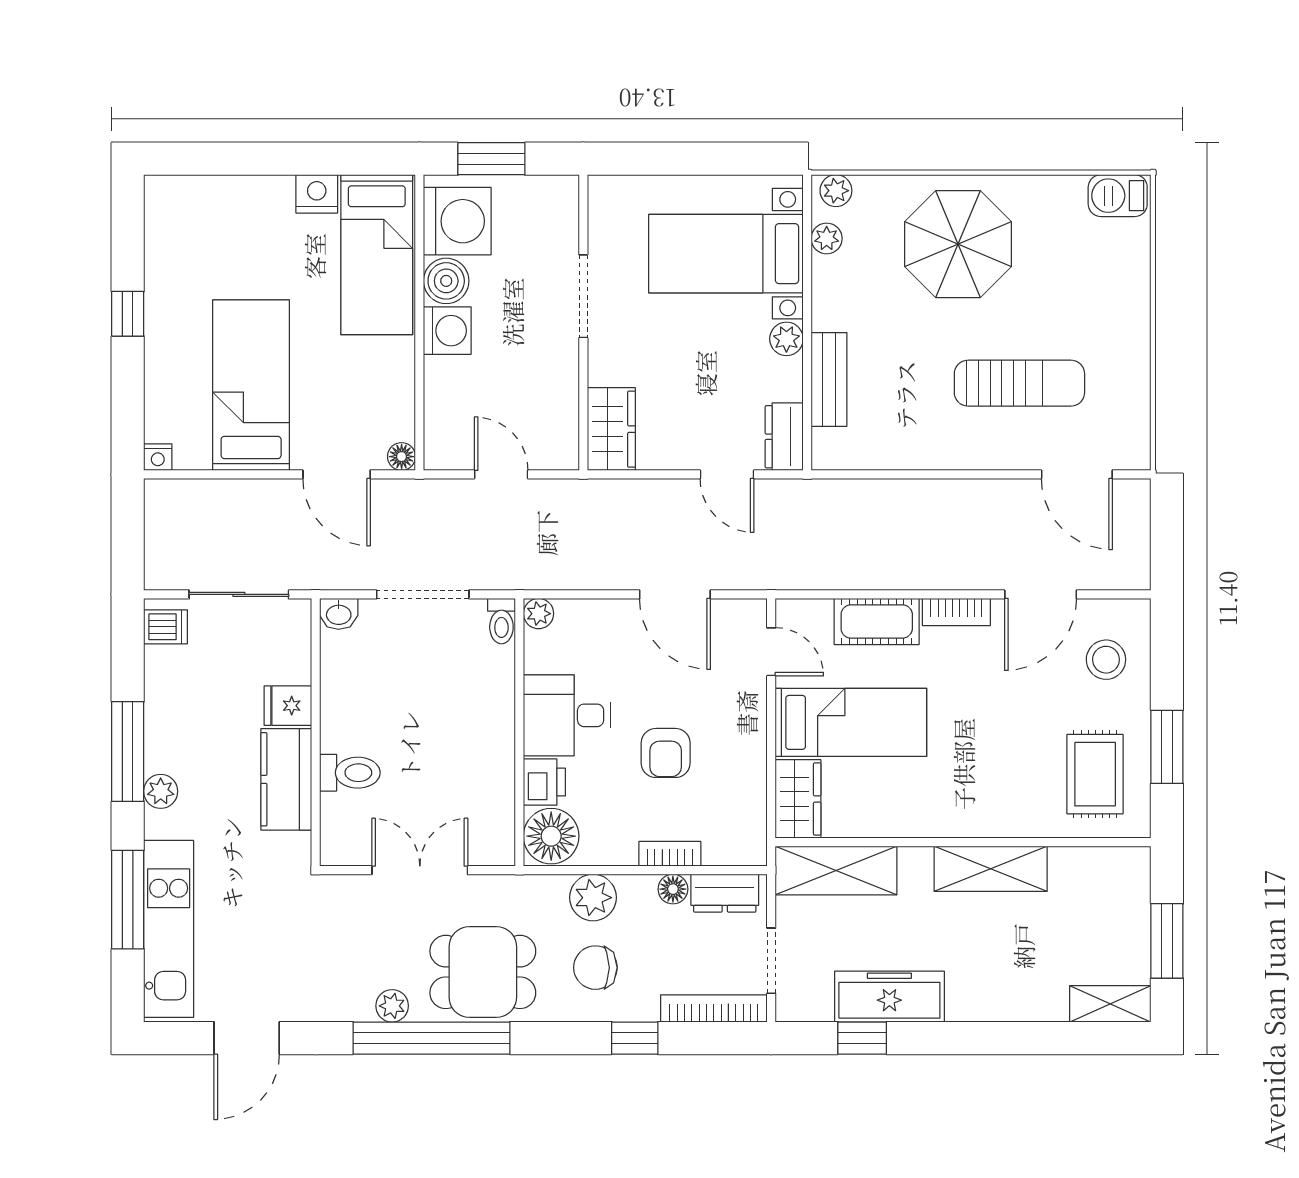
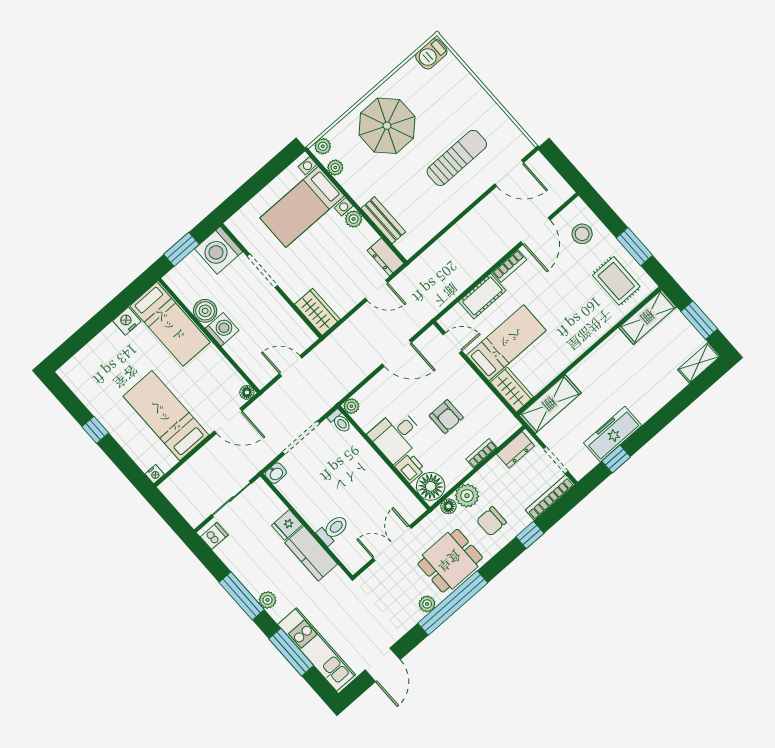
washing machine: (457, 221) -> (219, 250), moved, turned 180
shelving: (991, 869) -> (648, 317), moved
floor lamp: (673, 889) -> (448, 506), moved

